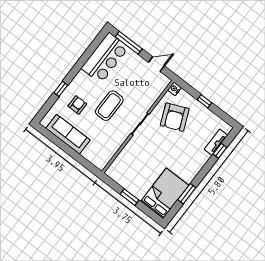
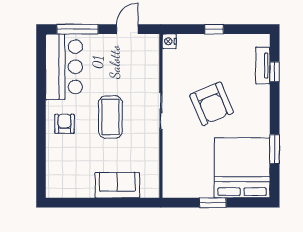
window: (61, 89) -> (41, 140), removed
armchair: (77, 105) -> (65, 124), moved
armchair: (175, 117) -> (212, 104), moved
sofa: (68, 134) -> (117, 185), moved, width x0.73
bed: (165, 193) -> (242, 168), width x1.36

